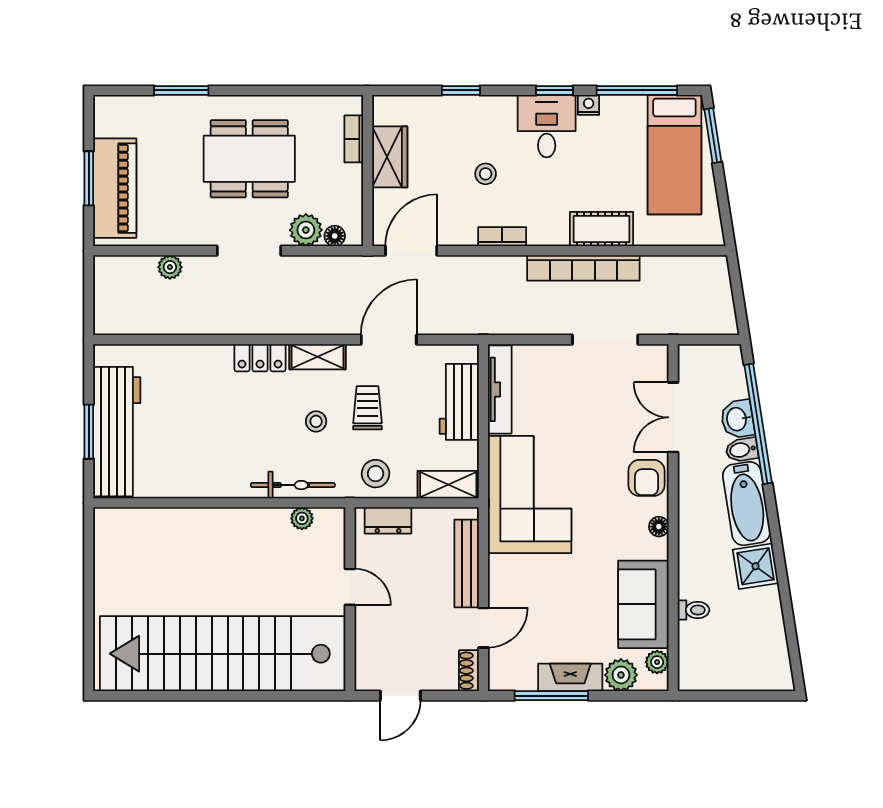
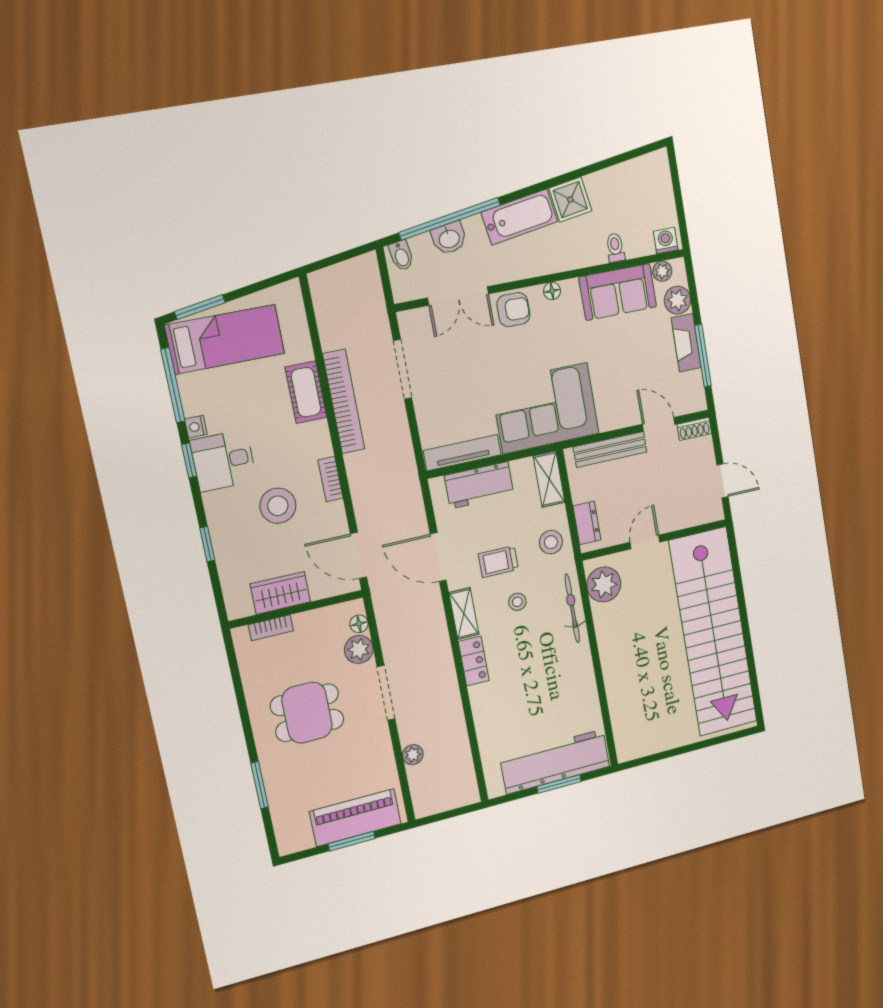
dining table: (249, 159) -> (307, 713), width x0.73
stool: (486, 174) -> (278, 506), width x1.89, depth x1.89
bidet: (742, 450) -> (401, 256), moved
plant: (302, 518) -> (604, 584), width x1.87, depth x1.87
washing machine: (691, 672) -> (666, 241), added

